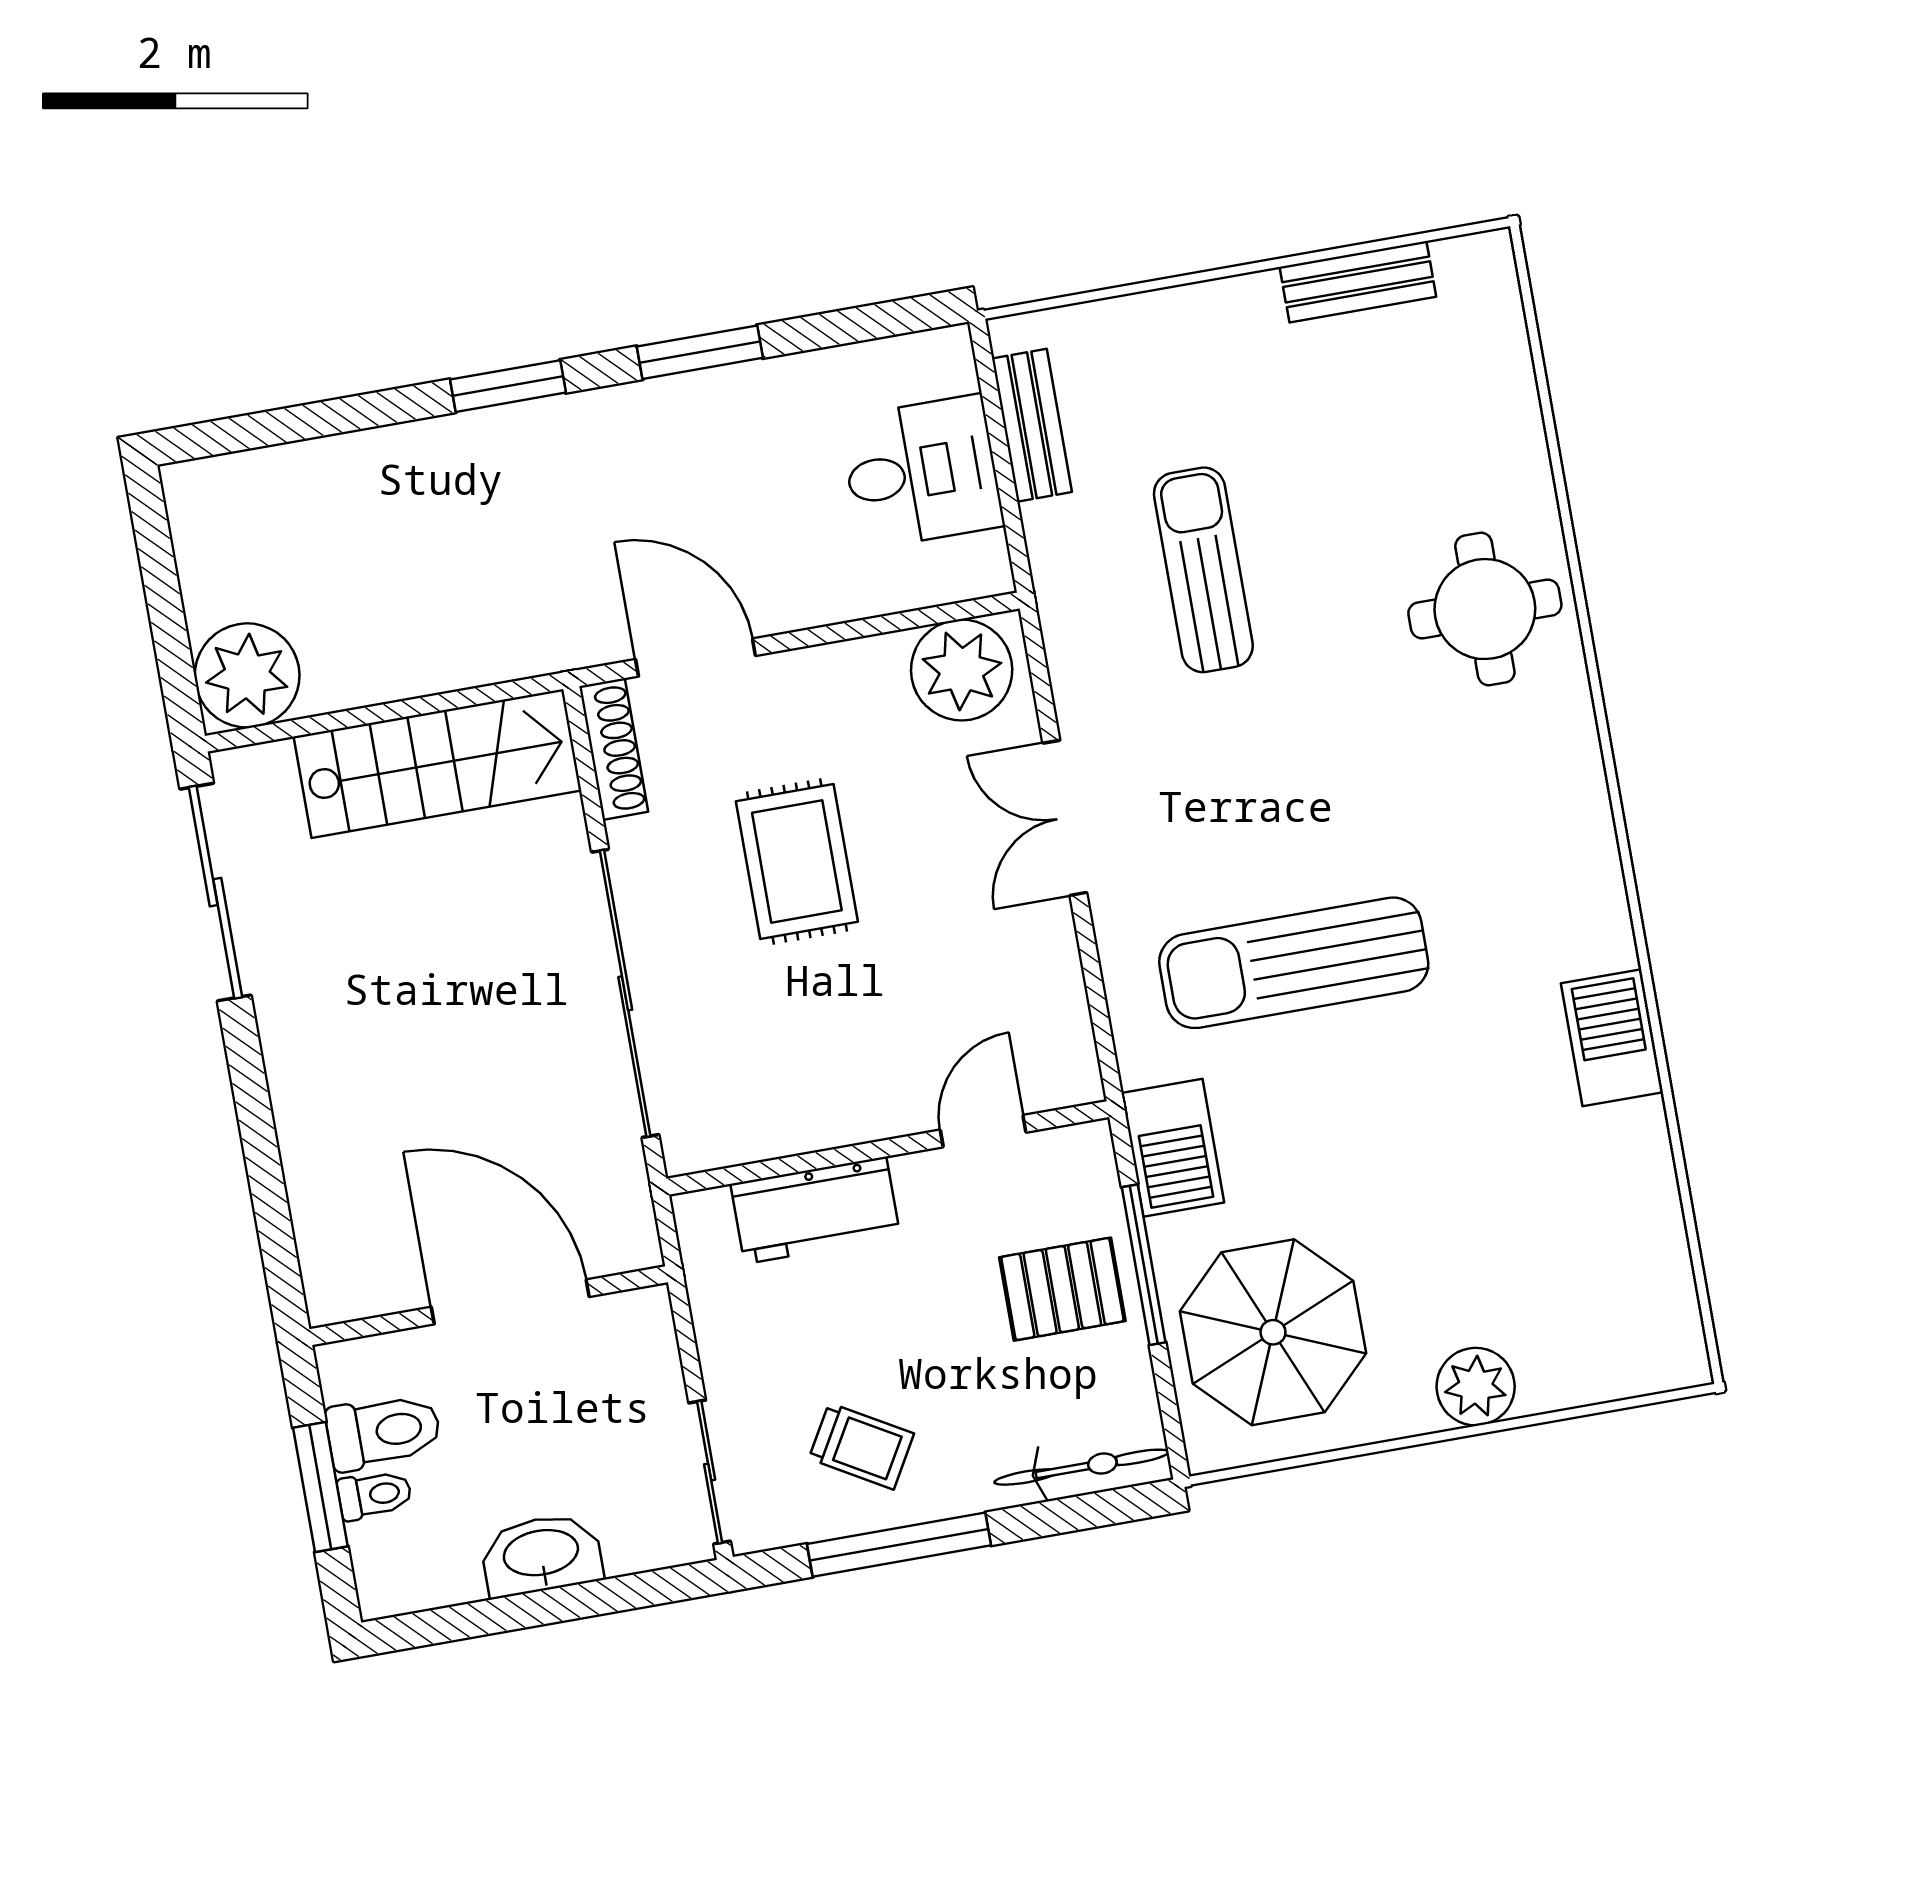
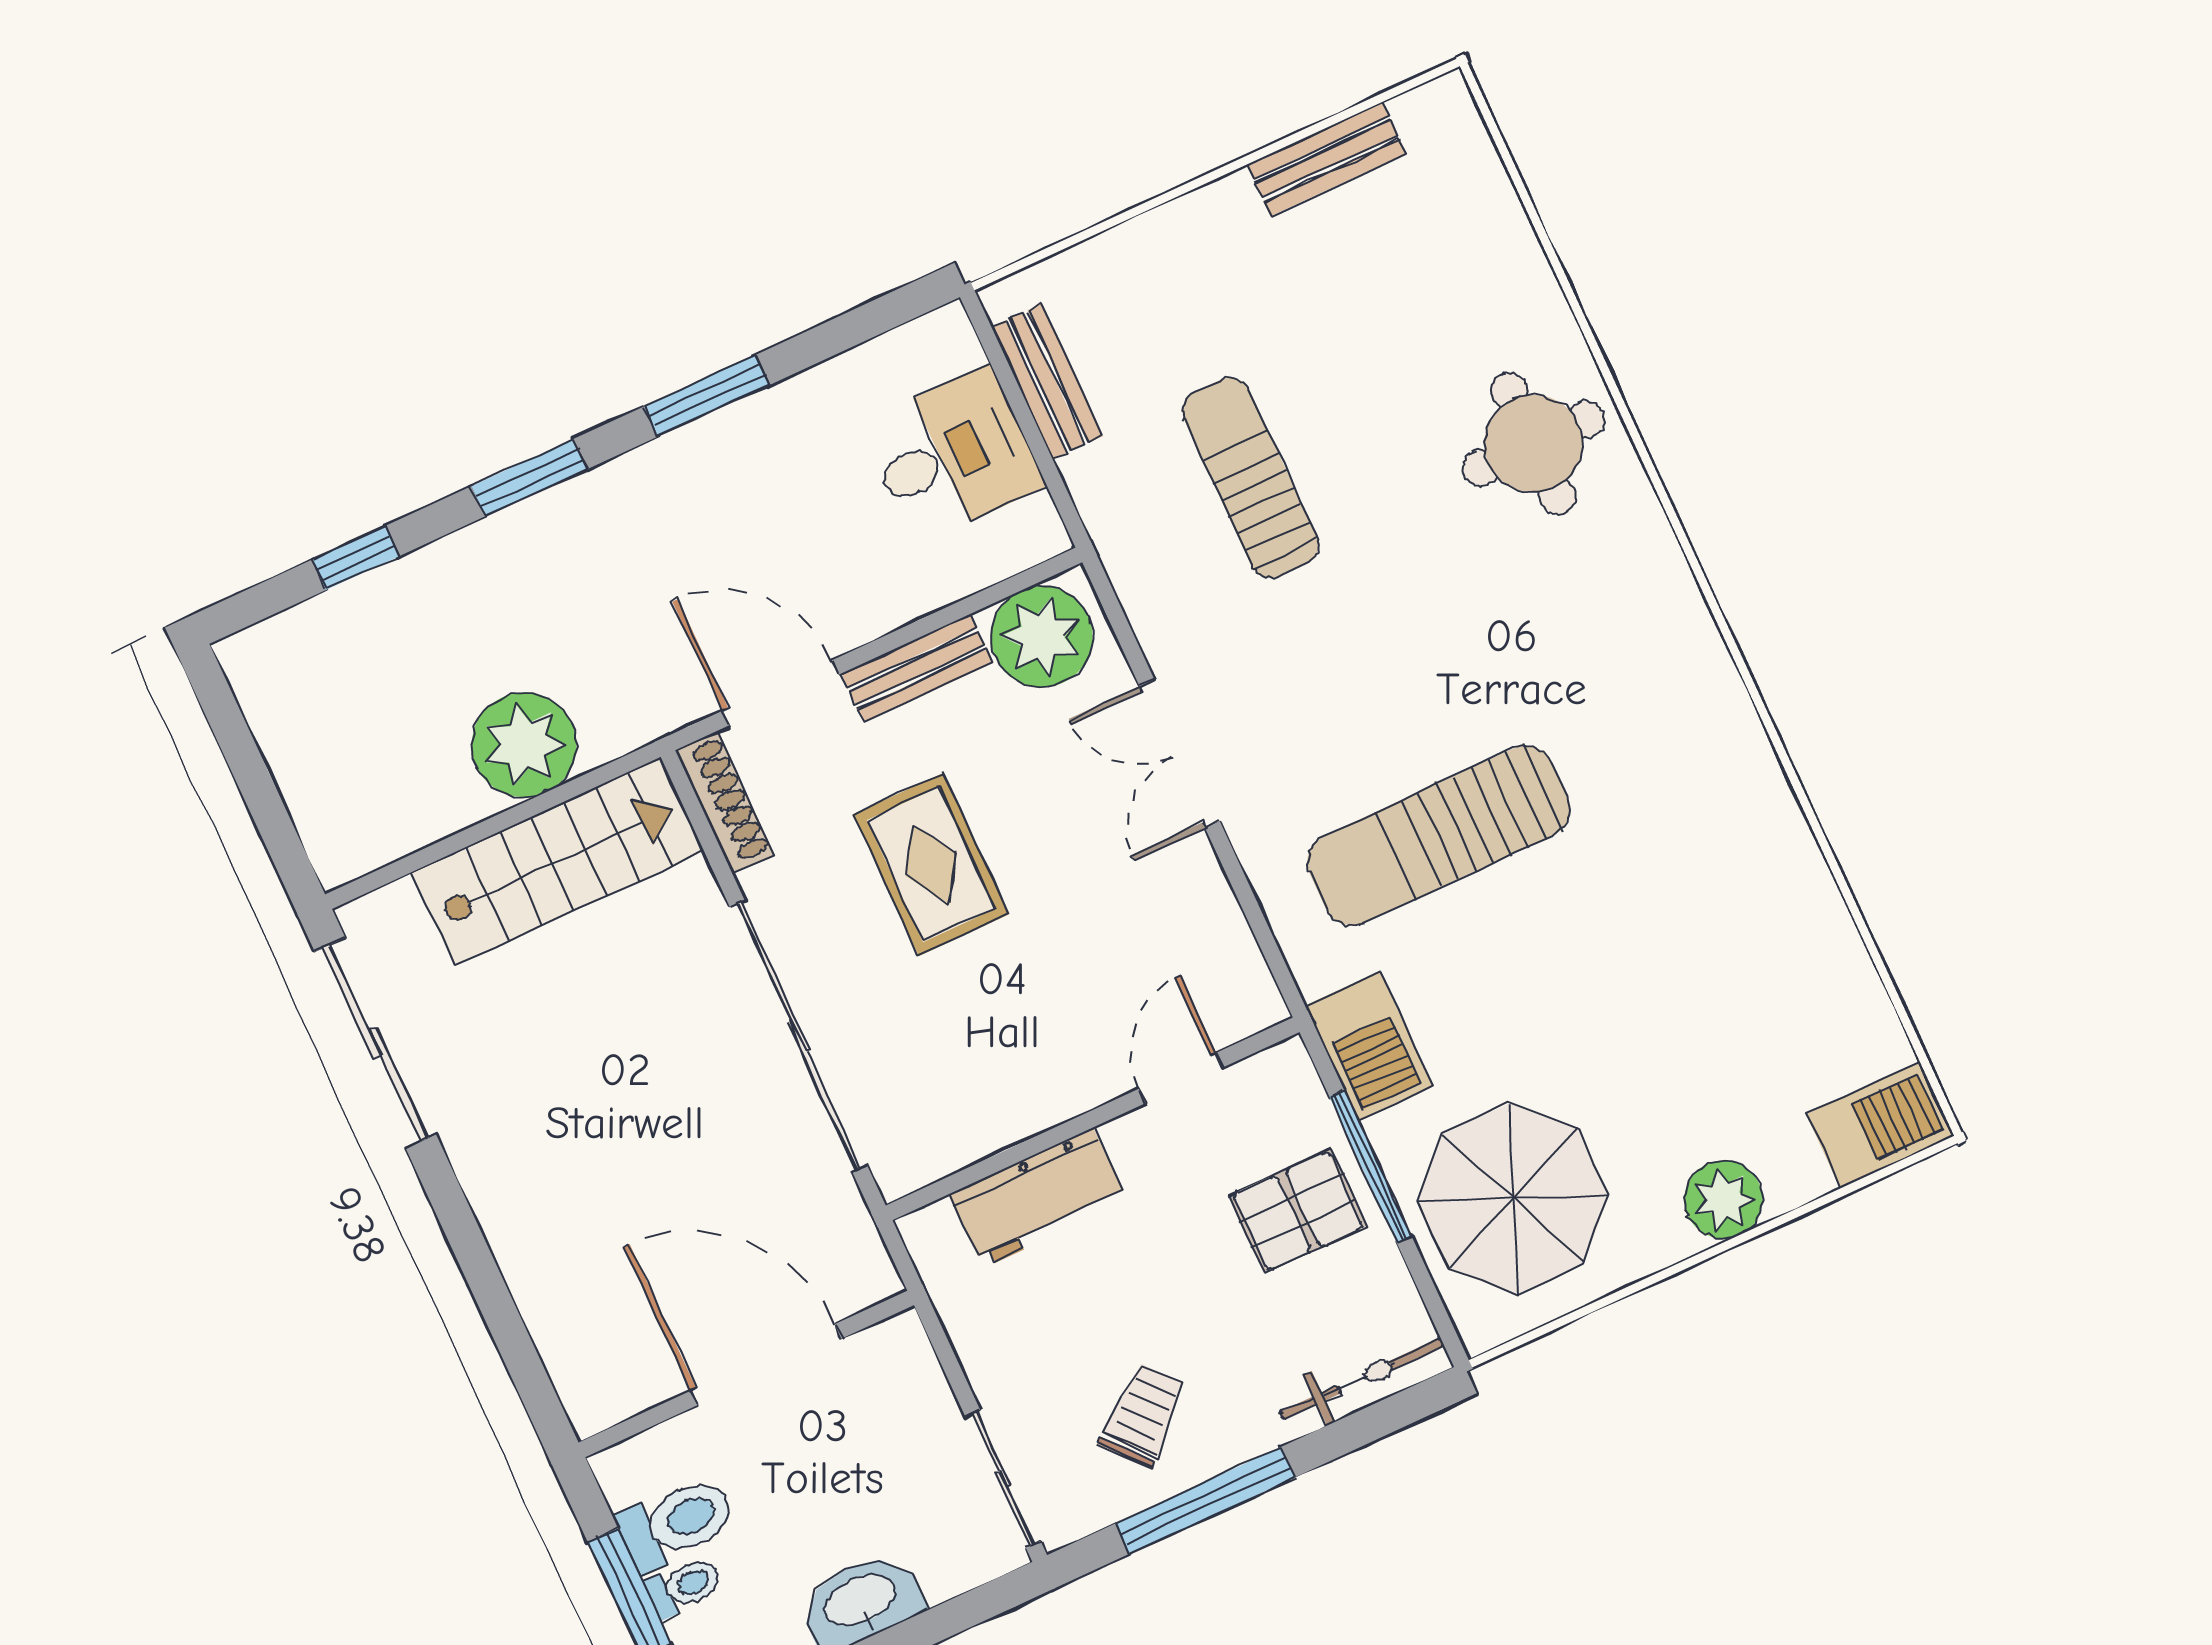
window: (320, 419) -> (355, 558), added
bench: (833, 669) -> (917, 668), added
plant: (247, 675) -> (524, 745), moved
barbecue: (1612, 1038) -> (1880, 1125), moved, turned 90
trolley: (861, 1446) -> (1143, 1415), turned -71

